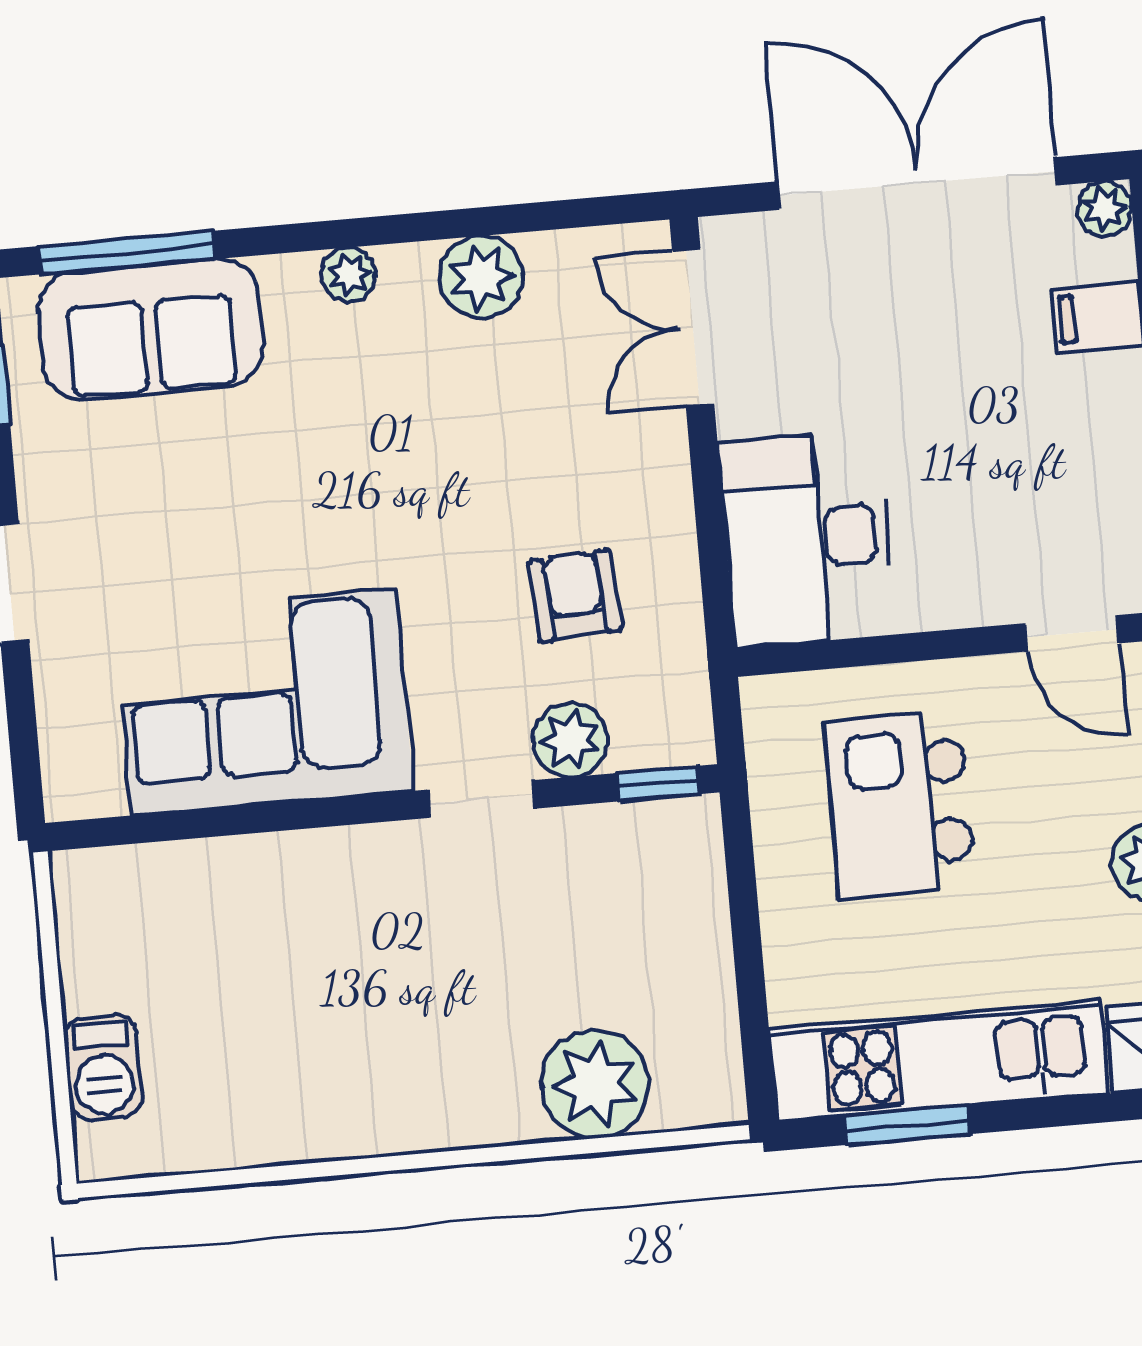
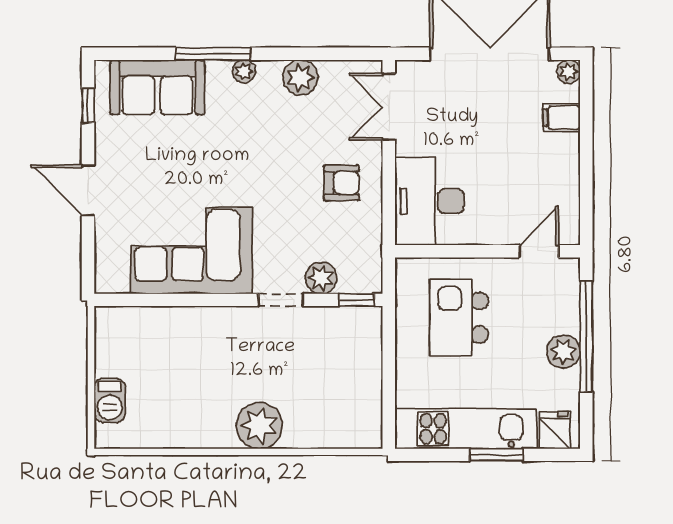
window: (127, 253) -> (213, 54), moved
armchair: (575, 596) -> (341, 183), moved, turned 94
door: (1072, 633) -> (539, 251), swing flipped
plant: (595, 1084) -> (259, 426), moved
window: (907, 1125) -> (496, 455), moved

